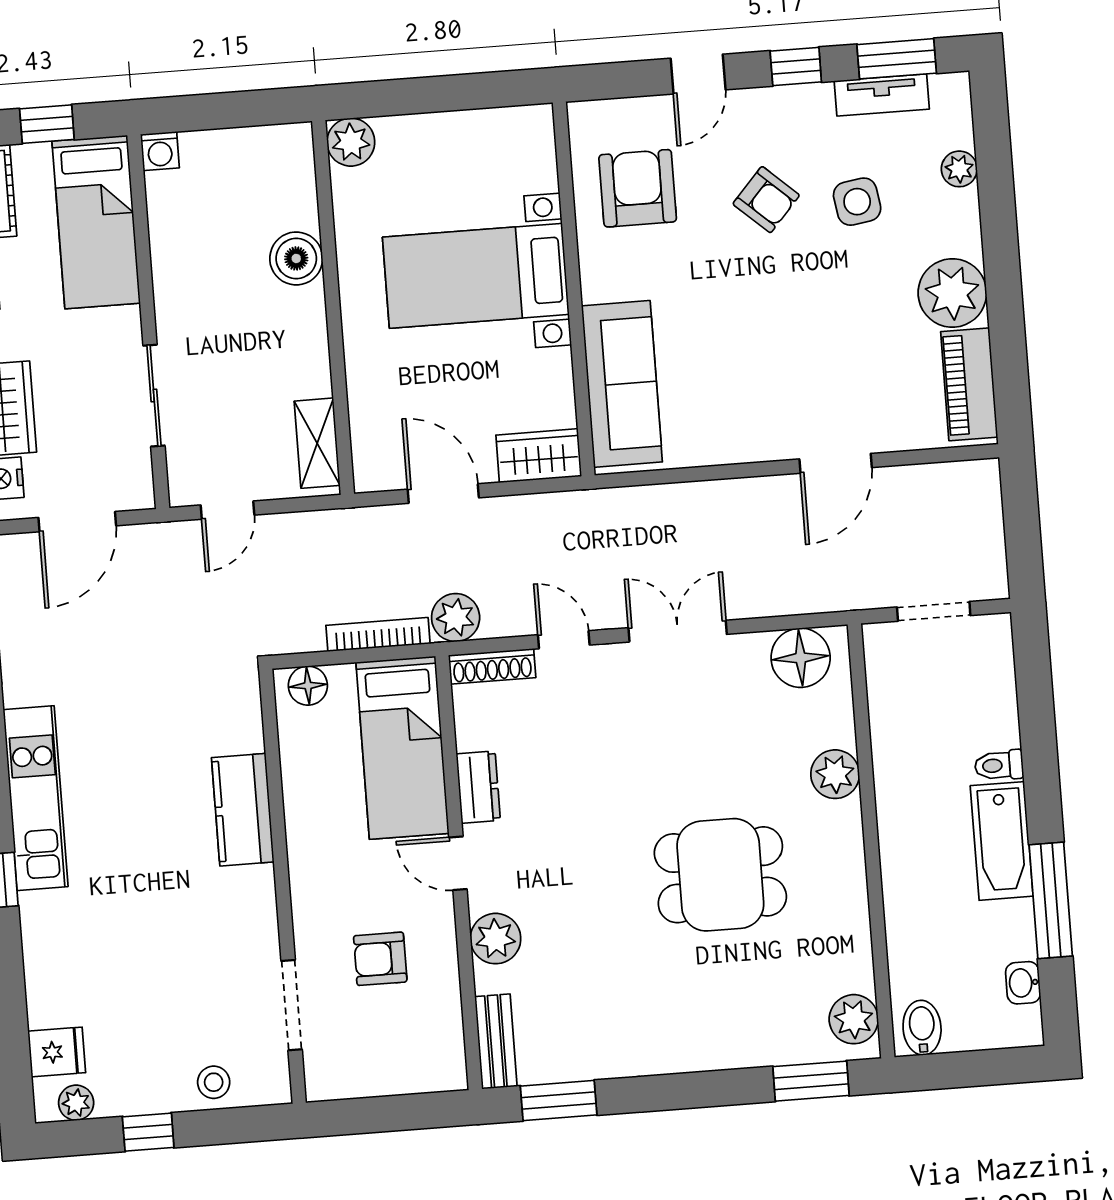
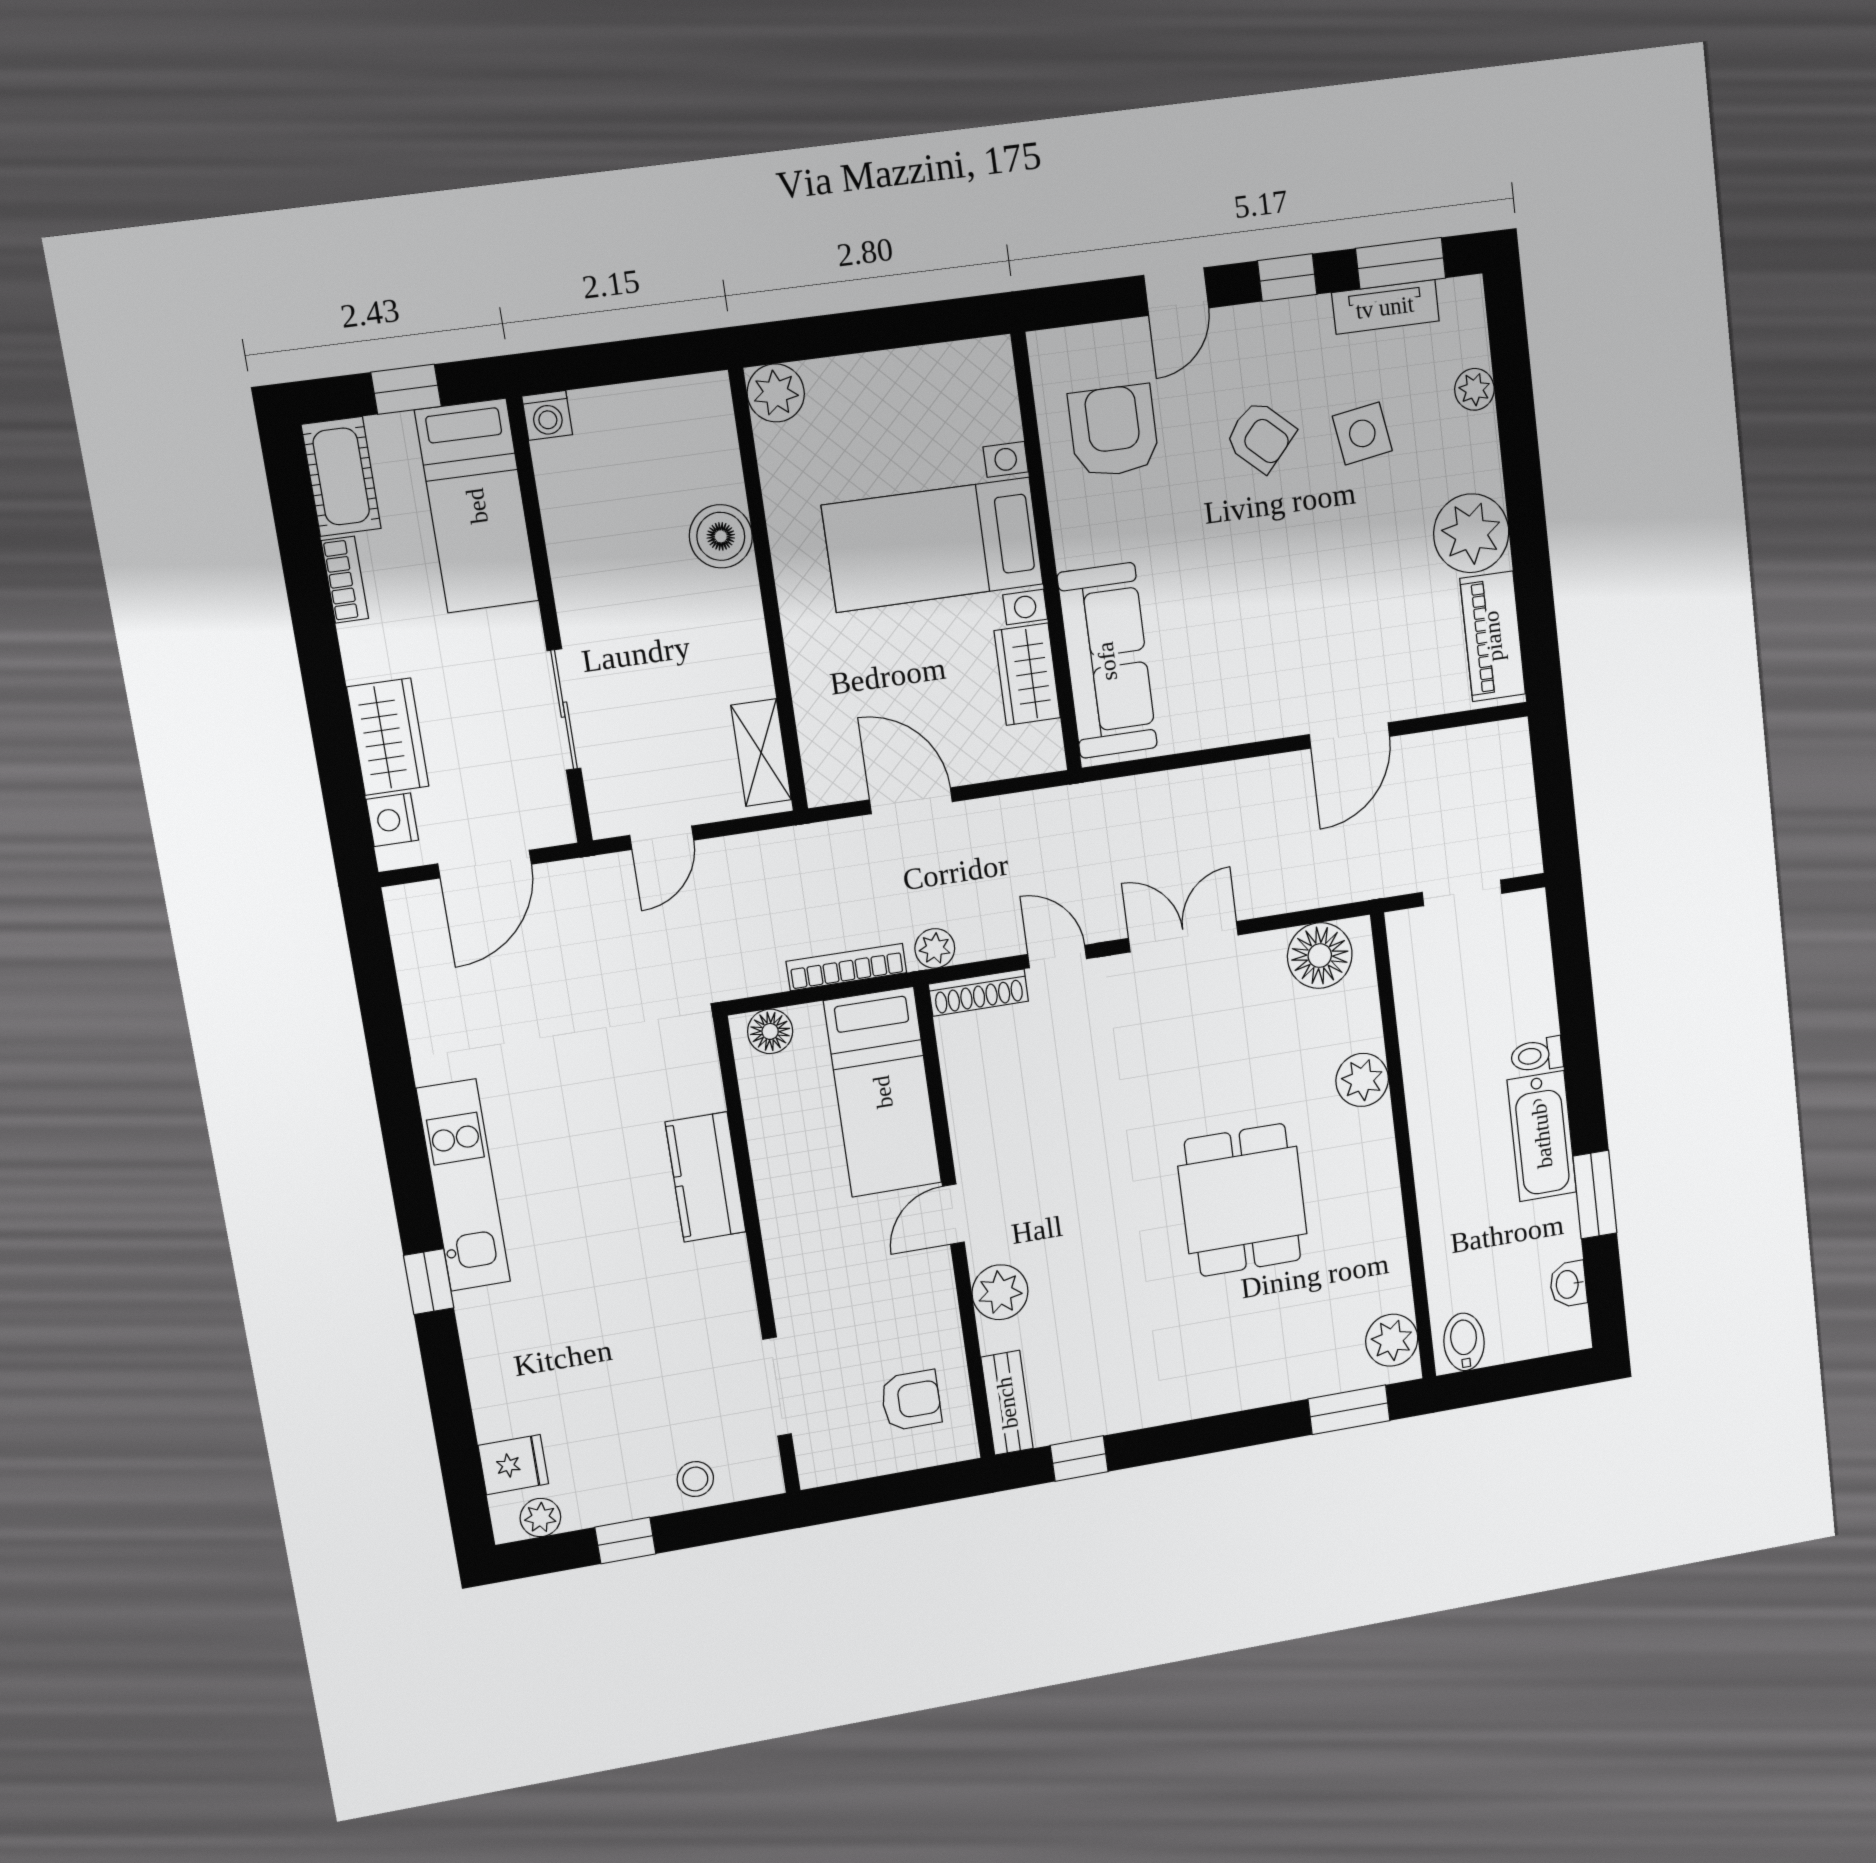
wardrobe: (539, 456) -> (1027, 674), moved, turned -90
plant: (456, 618) -> (935, 948), width x0.73, depth x0.73
dresser: (478, 787) -> (971, 1128), removed
door: (458, 863) -> (953, 1214), hinge flipped
dining table: (720, 875) -> (1243, 1200), turned 90
window: (1051, 900) -> (1595, 1195), width x0.69
armchair: (380, 959) -> (911, 1400), moved, turned 180
window: (559, 1101) -> (1079, 1459), width x0.67

